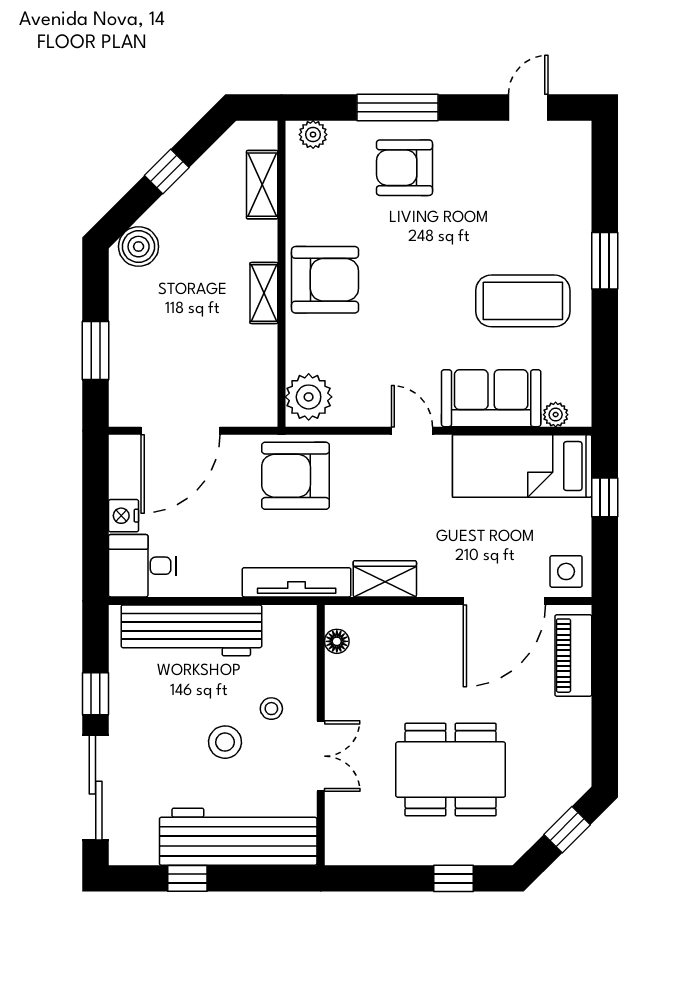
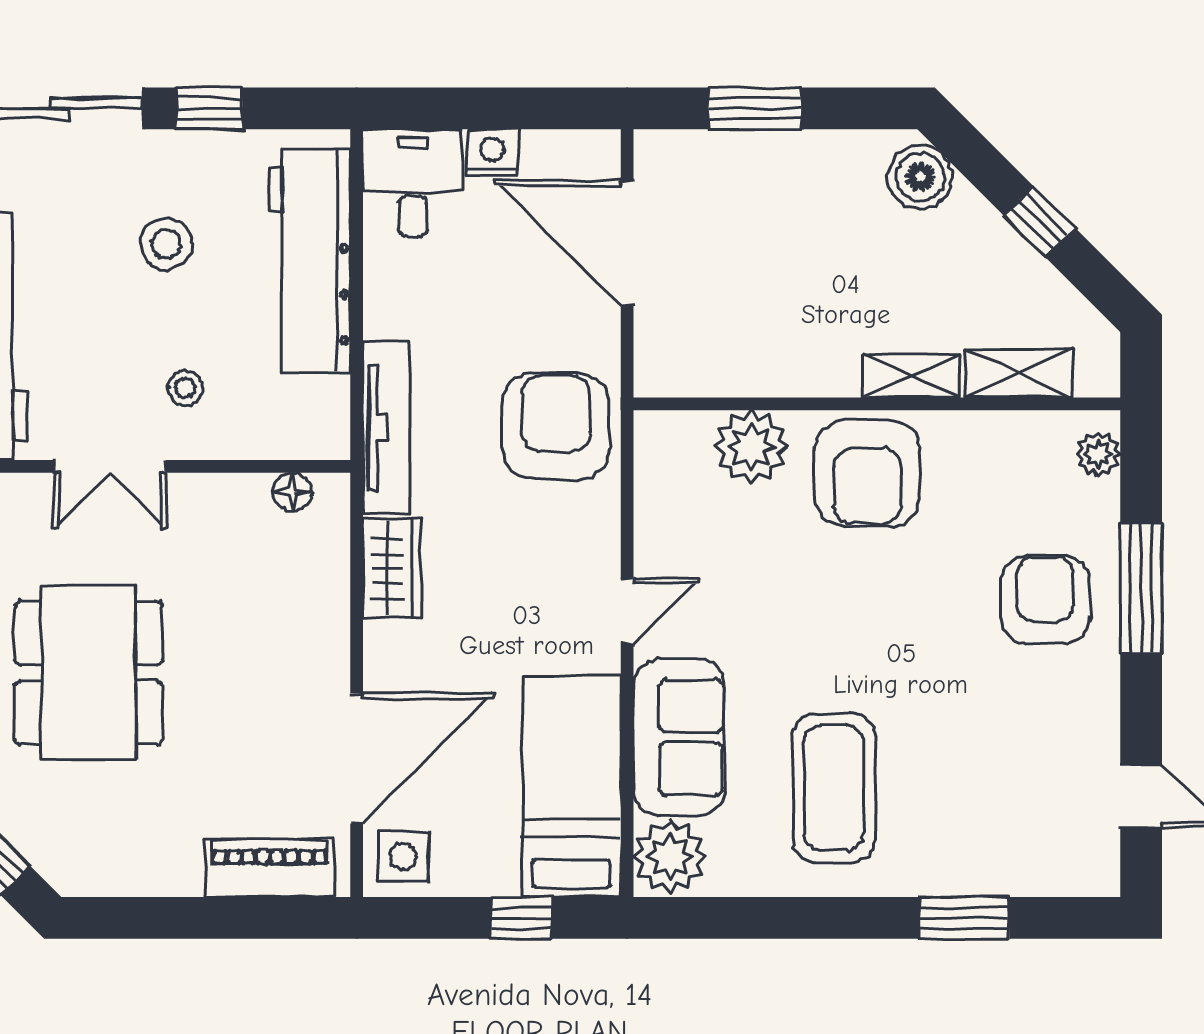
window: (605, 261) -> (964, 918), moved
shelving: (264, 293) -> (911, 376), moved
plant: (309, 397) -> (751, 447), moved
plant: (556, 415) -> (670, 857), width x1.87, depth x1.87
door: (504, 601) -> (357, 758), swing flipped
stool: (225, 742) -> (166, 244), moved

